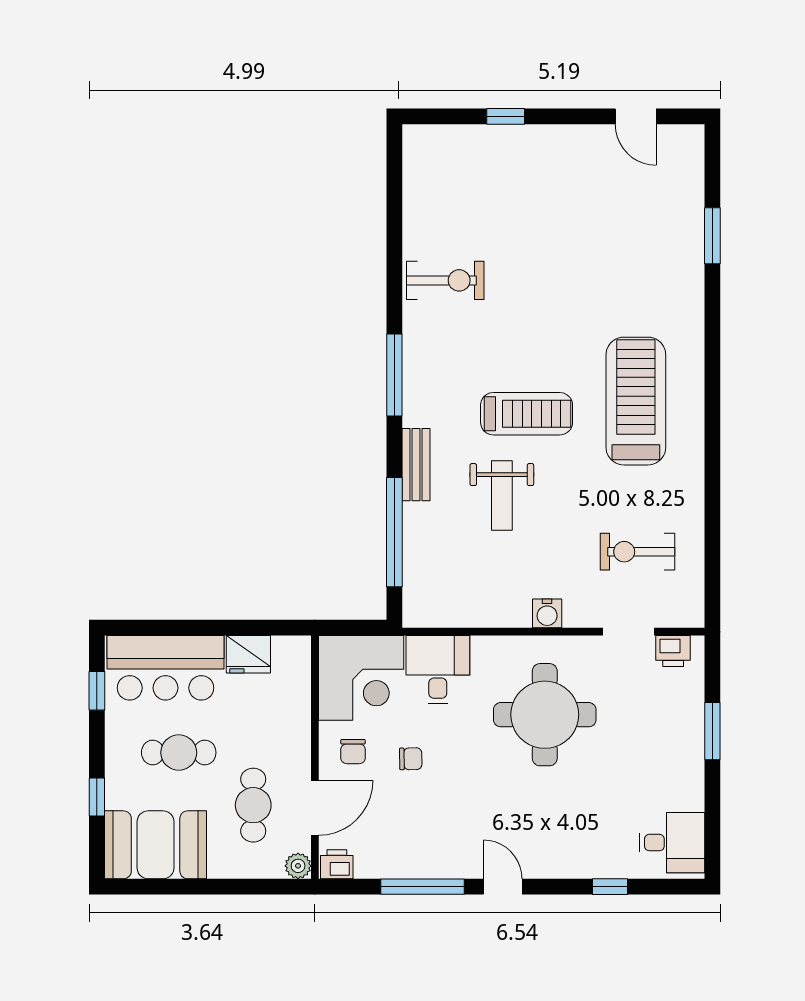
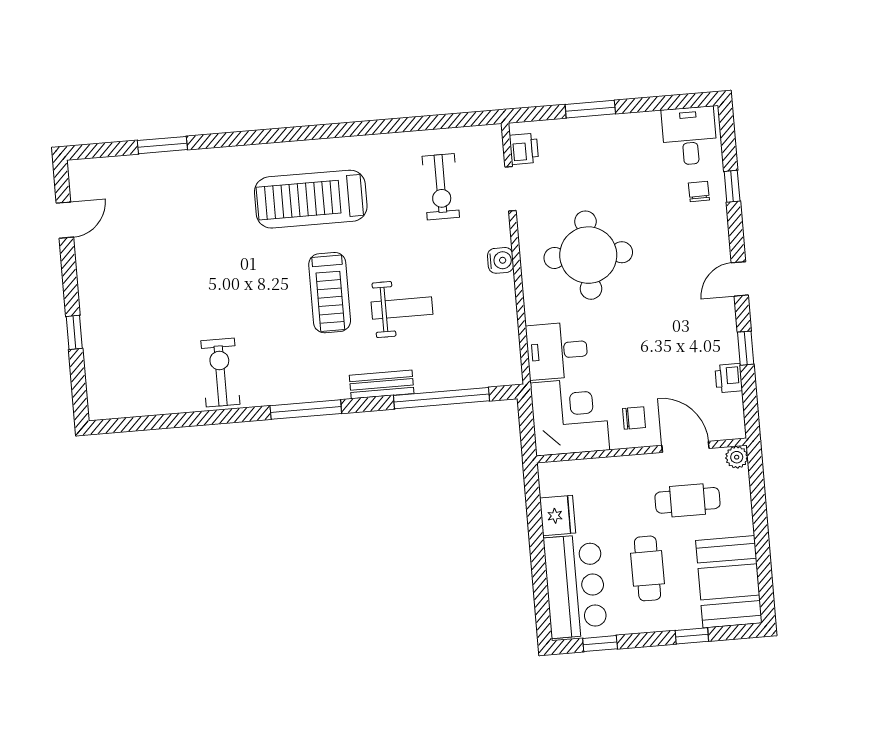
treadmill: (527, 414) -> (330, 293), turned 180
chair: (411, 759) -> (699, 192), moved
printer: (337, 864) -> (729, 378), moved
window: (422, 887) -> (746, 348), width x0.46

